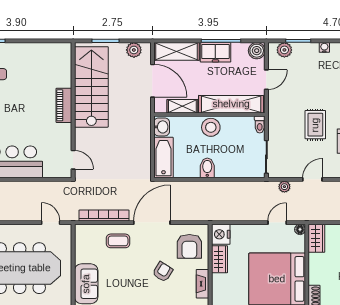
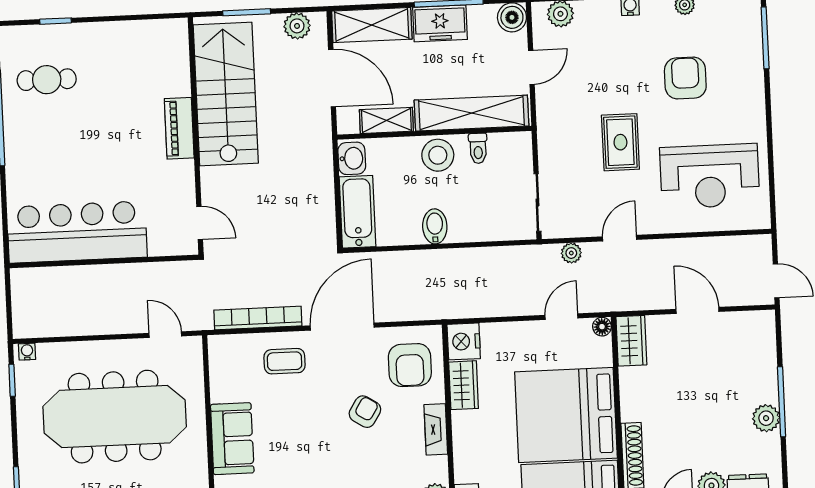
toilet: (260, 125) -> (478, 148), moved

